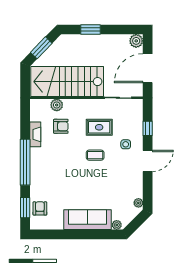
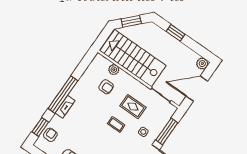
window: (148, 128) -> (167, 131), width x2.17
fireplace: (35, 134) -> (65, 107), moved

